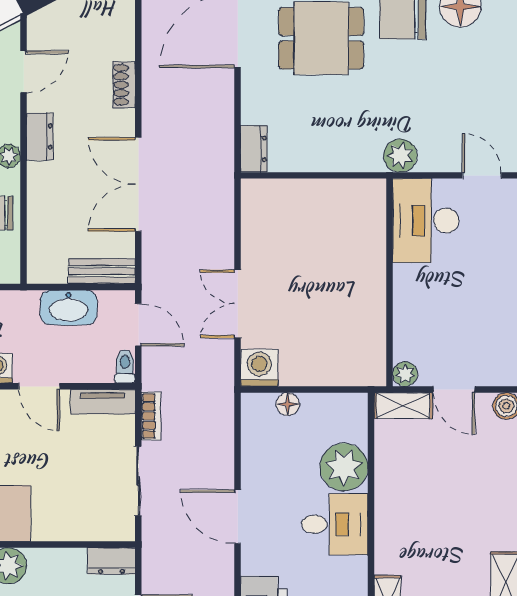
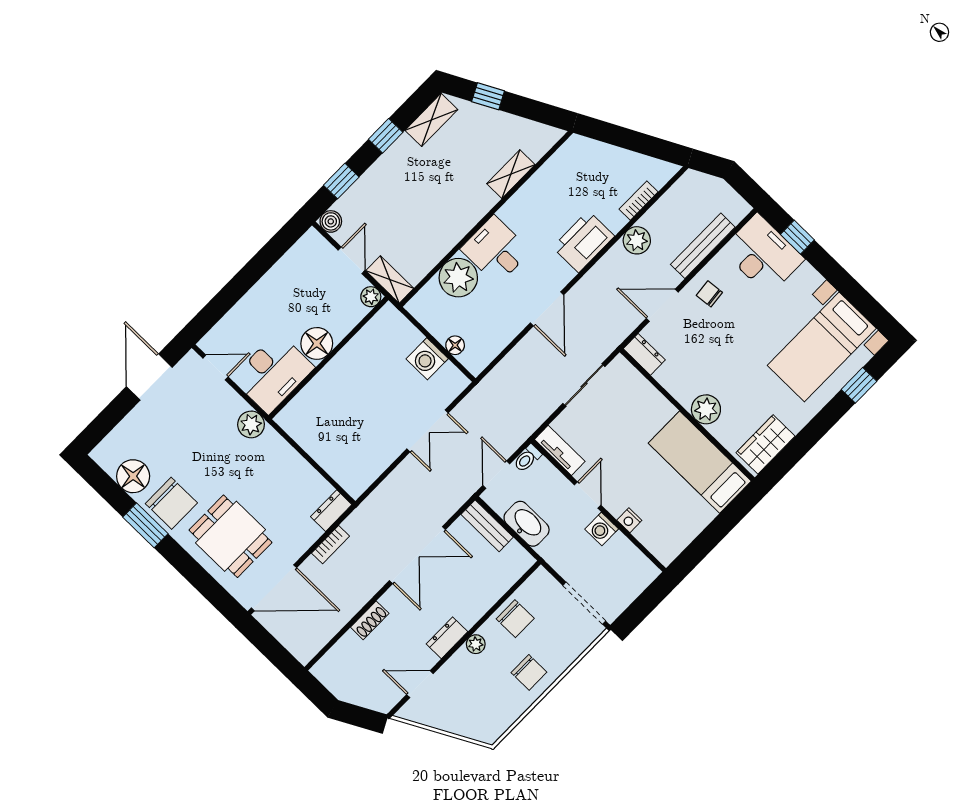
door: (482, 175) -> (215, 367), swing flipped
floor lamp: (412, 285) -> (317, 343), added
washing machine: (259, 368) -> (427, 359), moved
bookcase: (151, 416) -> (331, 545), moved, turned 180

